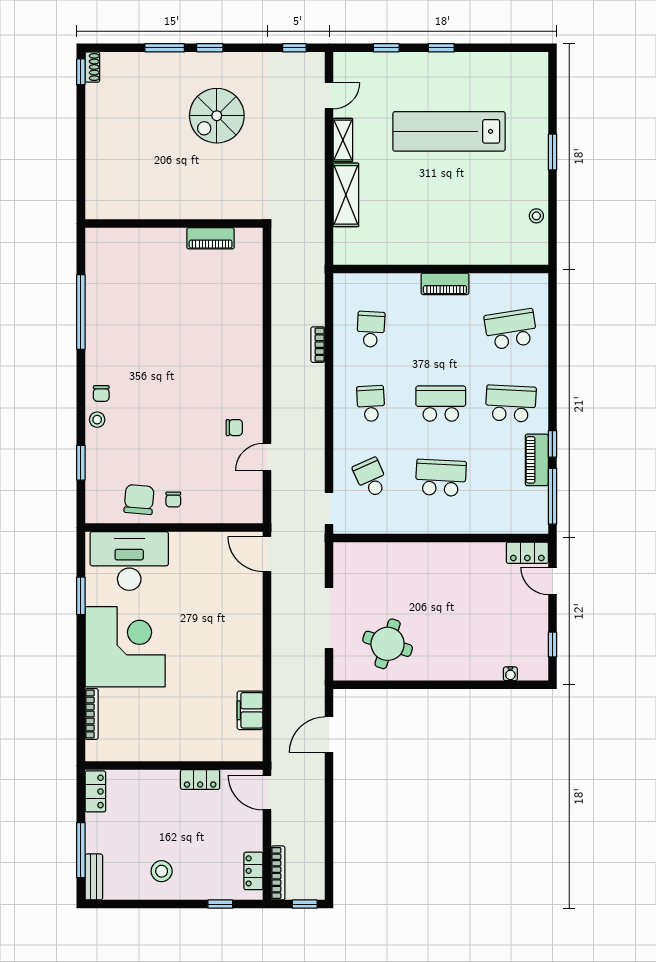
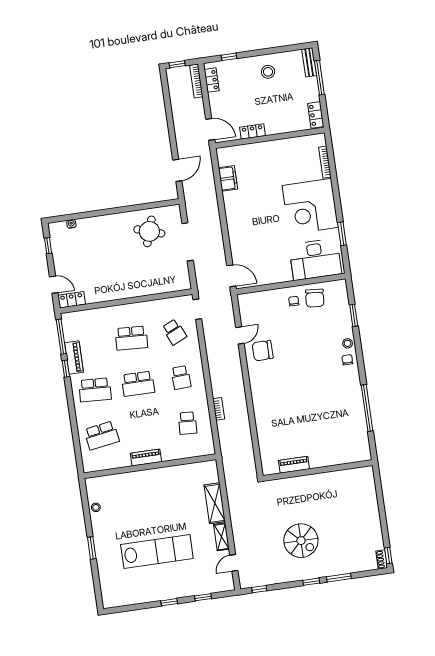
spiral stairs: (217, 116) -> (301, 541), turned 90
chair: (234, 428) -> (263, 351), width x1.87, depth x1.87

